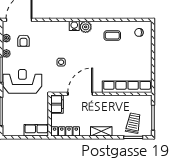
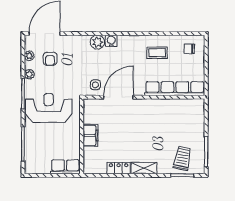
plant: (86, 27) -> (97, 42), moved
row of seats: (127, 87) -> (175, 89), moved
door: (80, 94) -> (118, 97), moved
wall: (101, 94) -> (144, 97), moved
locker: (65, 131) -> (119, 168), moved, width x0.66

